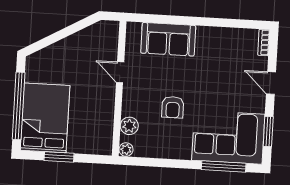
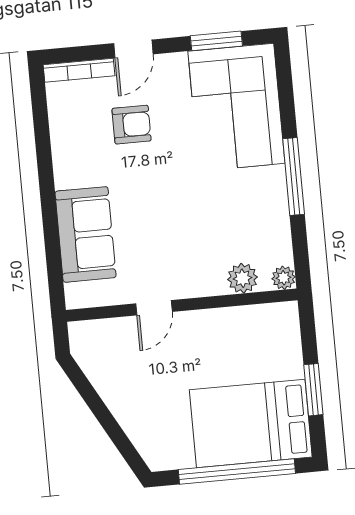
bookcase: (264, 42) -> (79, 70), width x1.56
armchair: (173, 107) -> (132, 125), moved
window: (224, 166) -> (294, 177), moved

